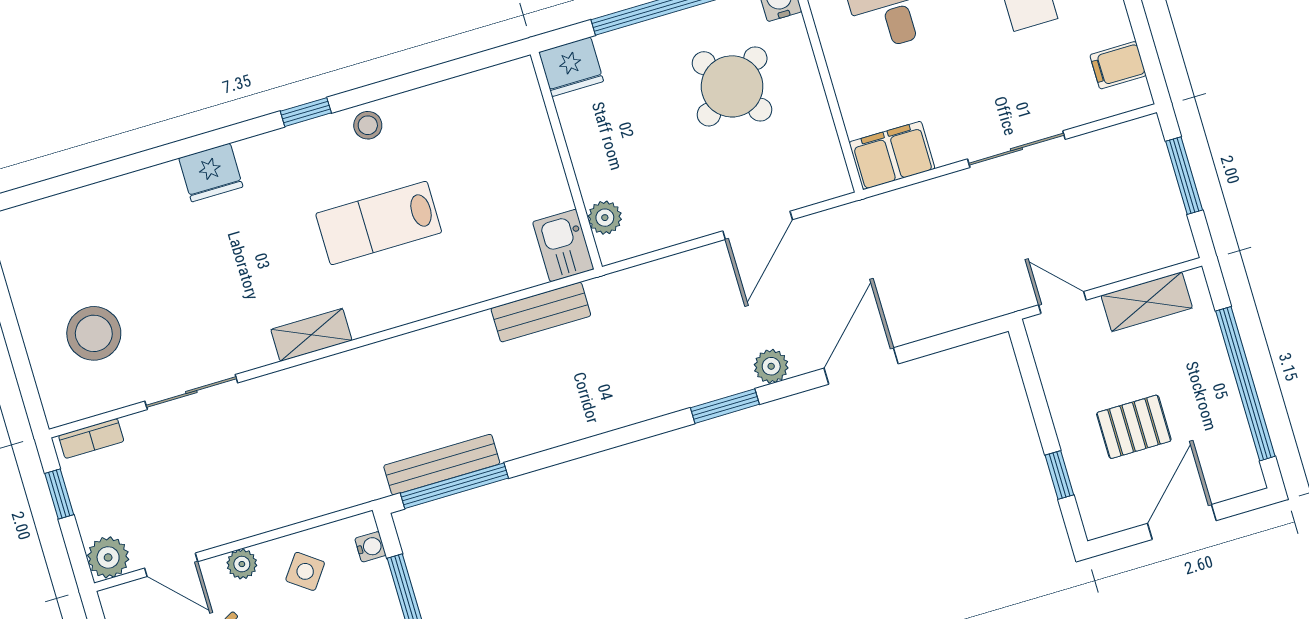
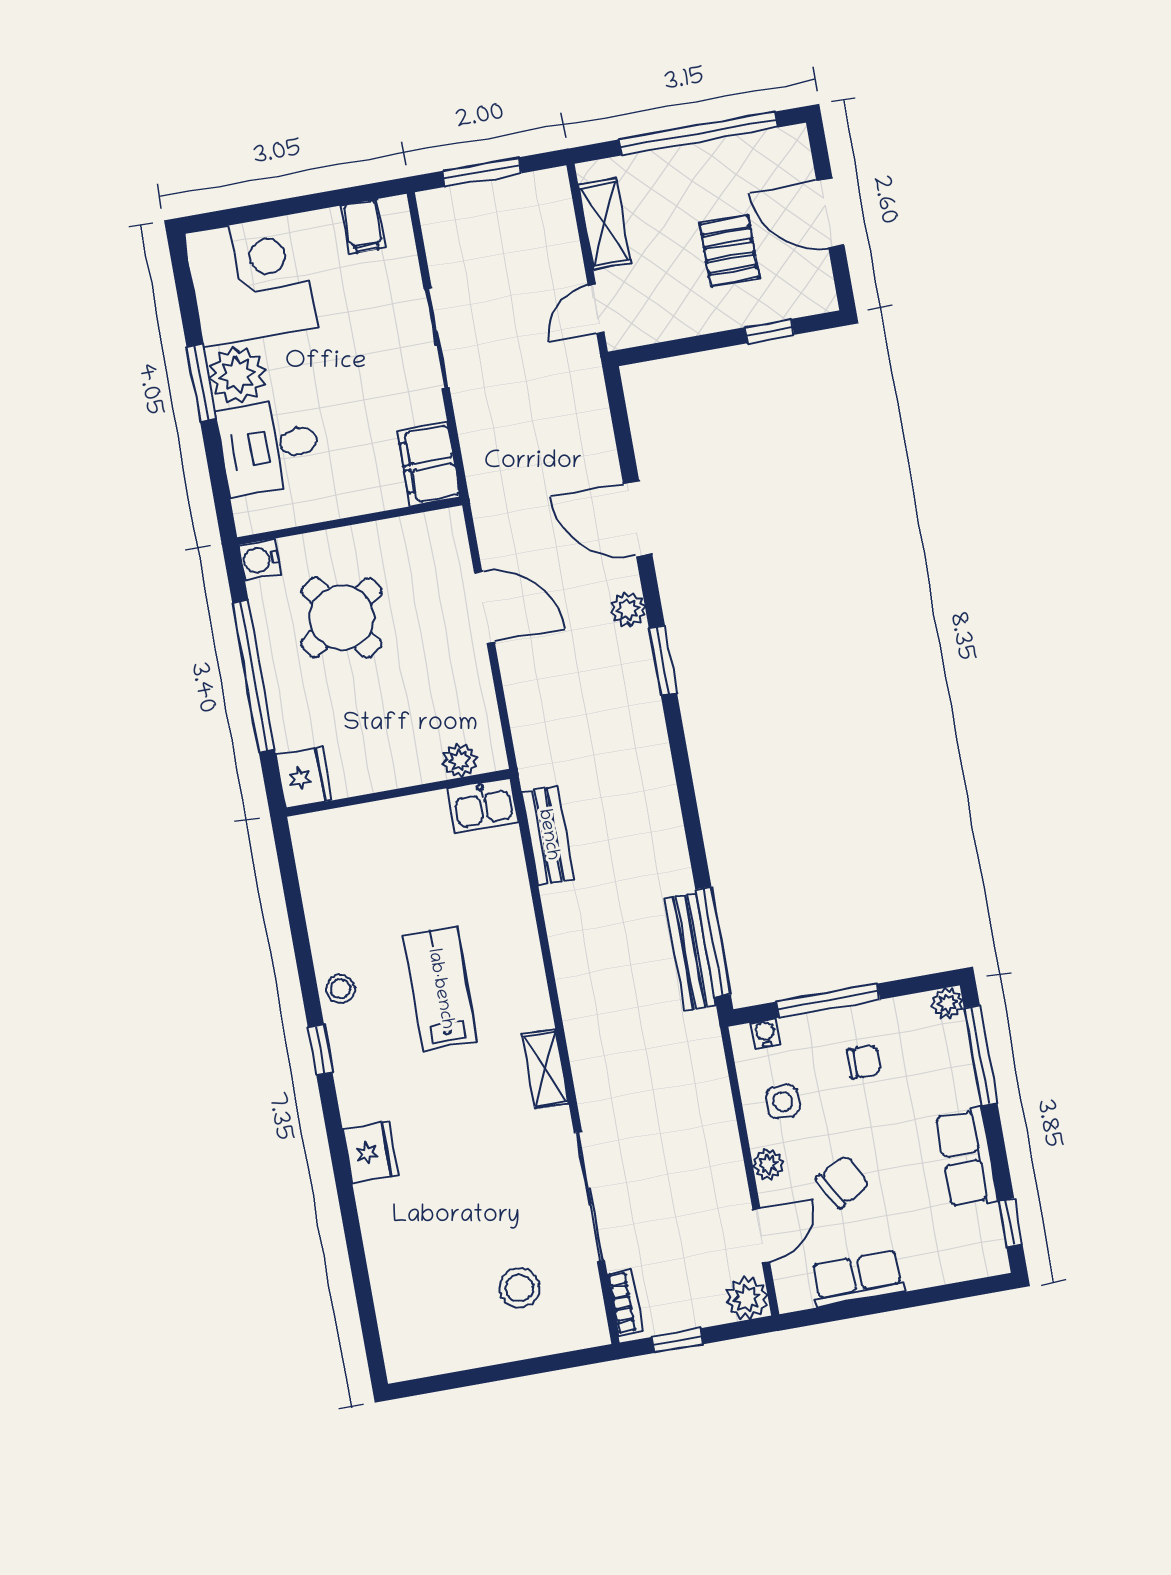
lab bench: (379, 223) -> (440, 989), turned 180
stool: (94, 333) -> (519, 1288), width x0.73, depth x0.73
sliding door: (191, 392) -> (589, 1196), width x1.37
side table: (305, 571) -> (783, 1102), turned -36

